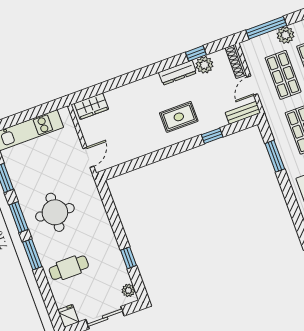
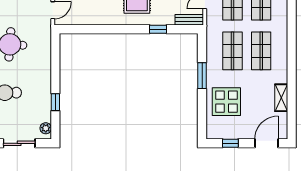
window: (275, 156) -> (202, 76), moved

